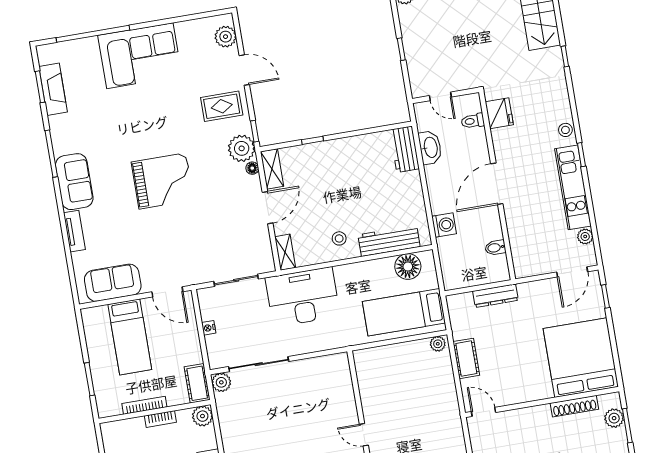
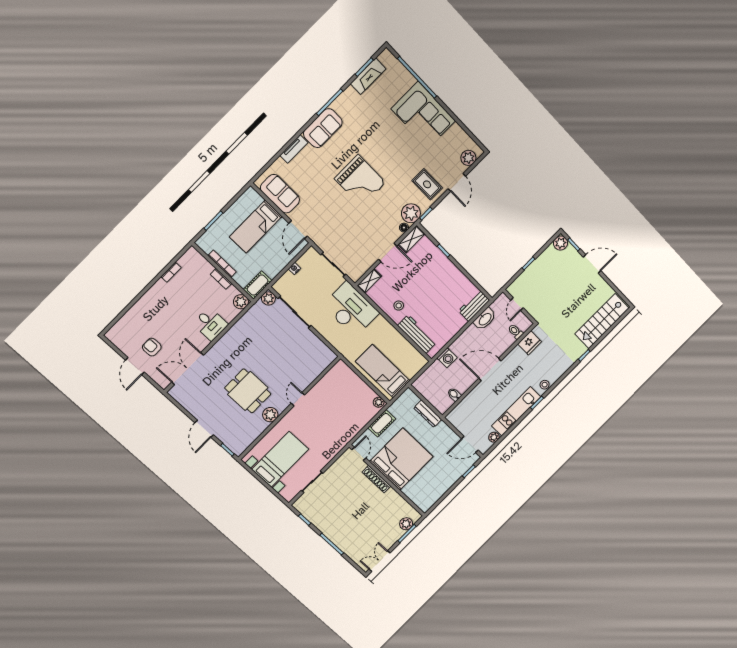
floor lamp: (408, 267) -> (410, 355), removed
bed: (581, 358) -> (401, 459), moved
shoe rack: (574, 406) -> (376, 479), moved

